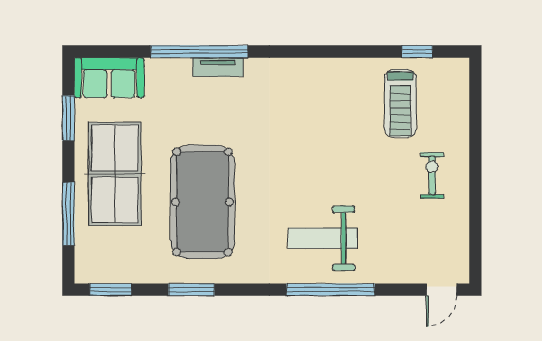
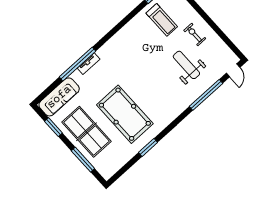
sofa: (109, 78) -> (59, 97), width x1.36
weight bench: (323, 238) -> (186, 65), moved, turned 90
window: (111, 290) -> (121, 172), removed
window: (331, 290) -> (206, 95), moved

